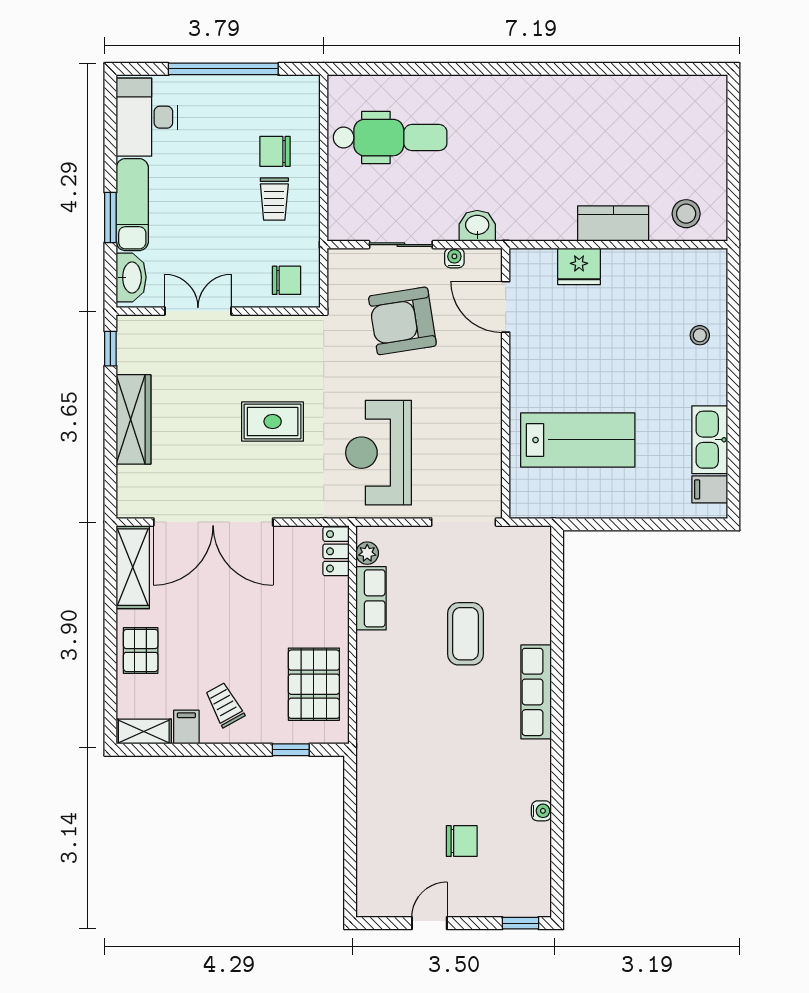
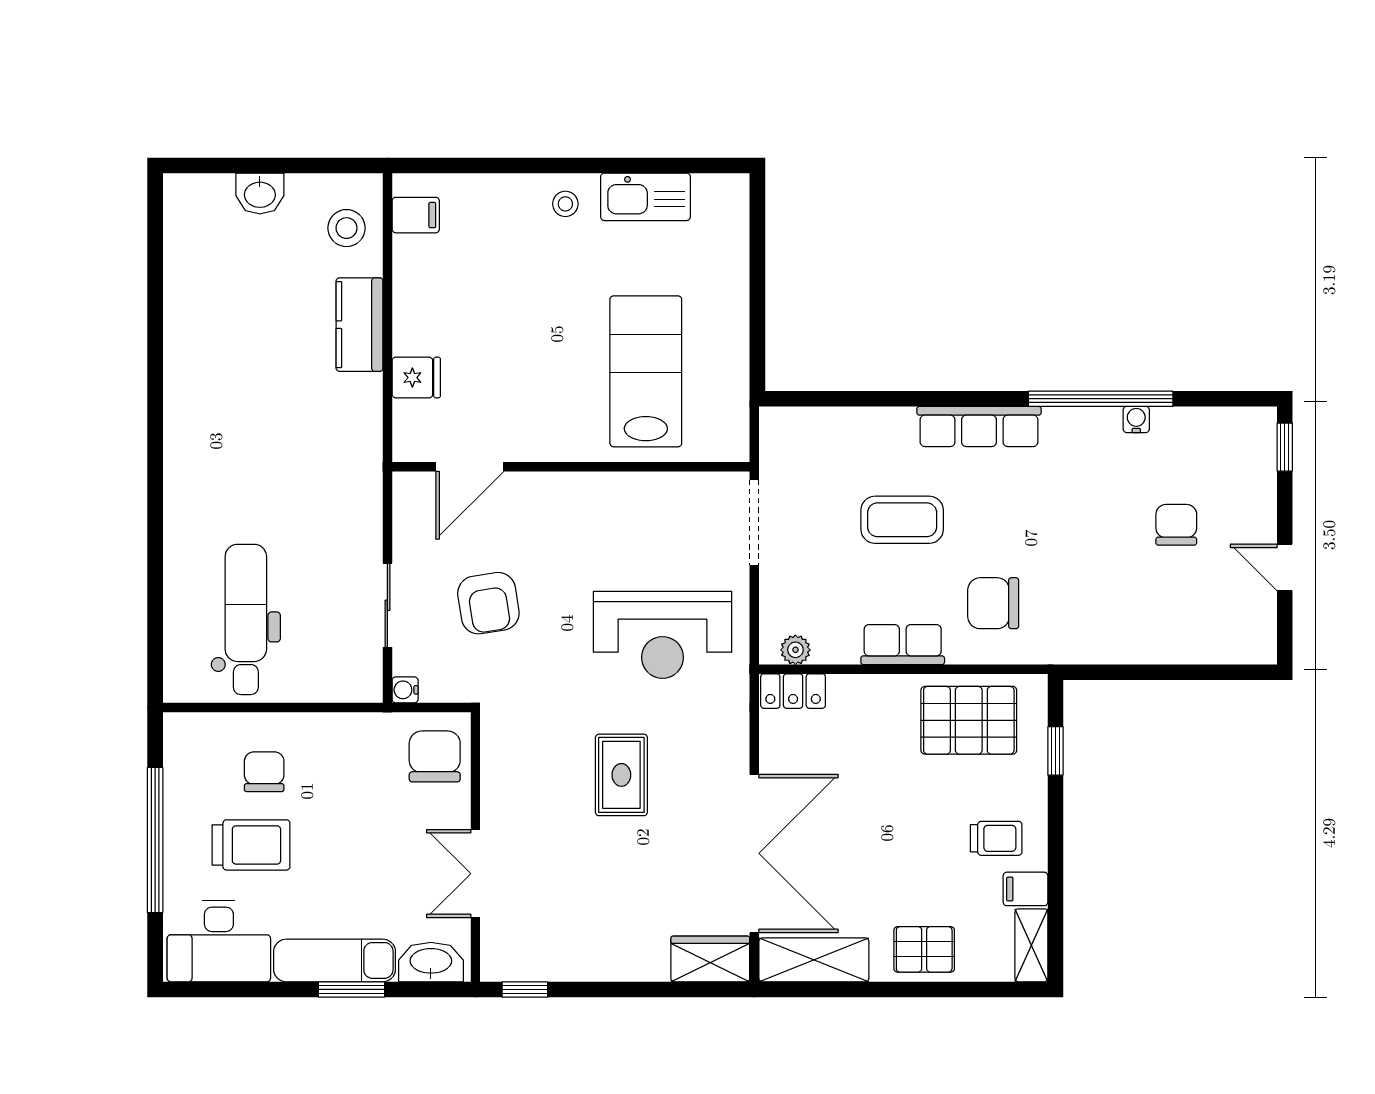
chair: (275, 151) -> (264, 772), turned 180
trolley: (274, 199) -> (251, 845), moved, width x1.36, depth x1.39
washbasin: (477, 226) -> (260, 194), moved, turned -90
water cooler: (454, 258) -> (405, 690), moved
fridge: (579, 266) -> (416, 378), width x0.72
chair: (287, 280) -> (435, 756), width x1.37, depth x1.37
armchair: (402, 321) -> (488, 603), width x0.73, depth x0.73
stool: (700, 335) -> (565, 204), moved
wardrobe: (133, 419) -> (710, 959), moved, width x0.67
filing cabinet: (710, 489) -> (416, 215), moved, turned -90
row of seats: (371, 598) -> (903, 645), moved
chair: (402, 703) -> (993, 603), added
trolley: (225, 705) -> (996, 838), turned -151
window: (557, 784) -> (1101, 399), added

